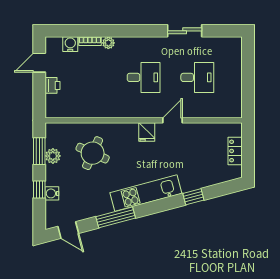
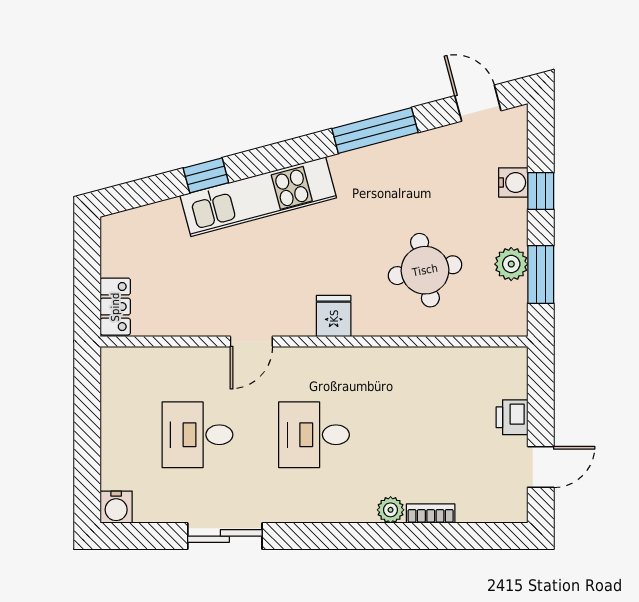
water cooler: (70, 44) -> (116, 507), moved
fridge: (147, 132) -> (334, 316), moved
locker: (235, 151) -> (115, 307), moved
round table: (93, 153) -> (425, 270), turned -35
kitchen unit: (146, 193) -> (258, 197), moved

